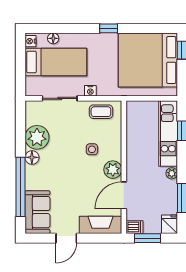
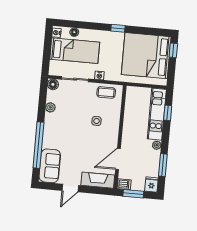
plant: (37, 137) -> (50, 107), width x0.53, depth x0.53
floor lamp: (32, 157) -> (53, 84), moved
plant: (113, 170) -> (111, 138), removed

